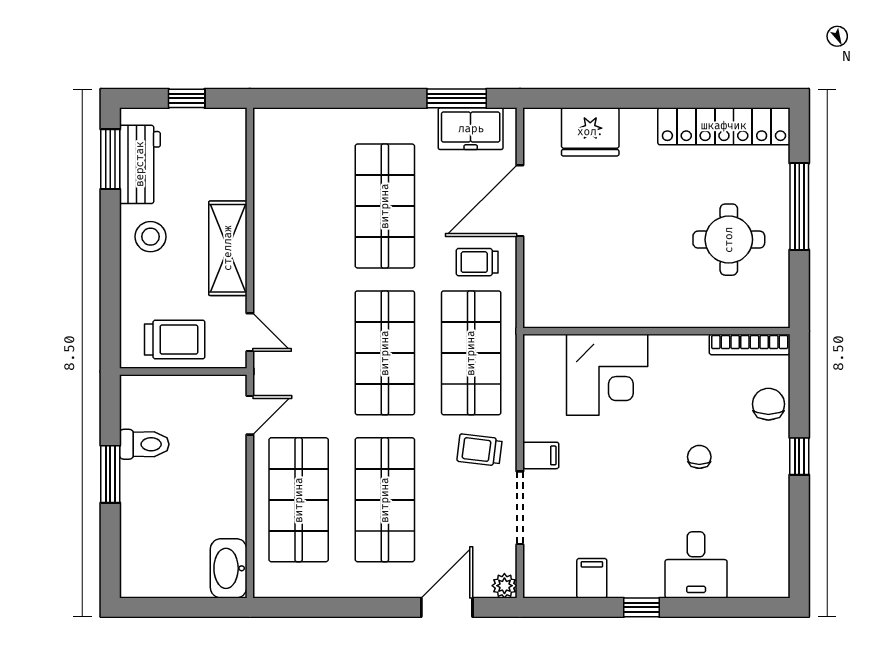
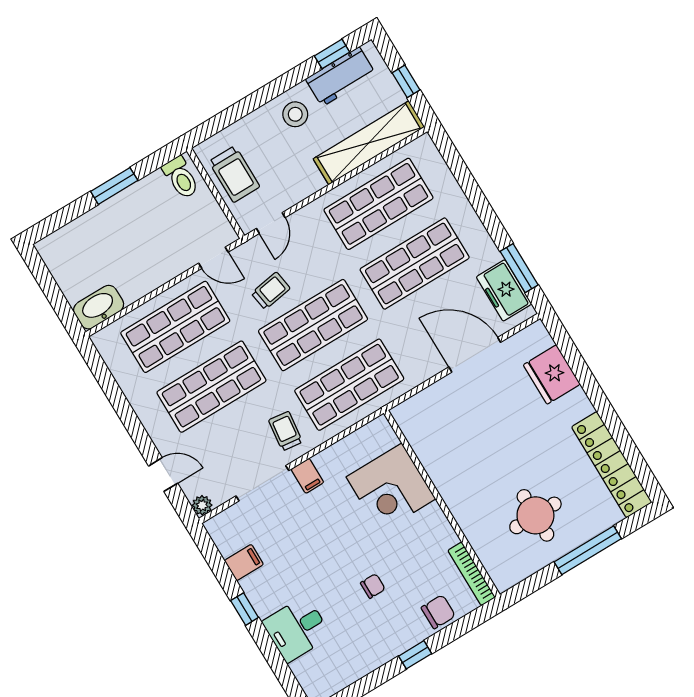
window: (110, 159) -> (332, 54), width x0.67
shop shelf: (299, 206) -> (378, 204), added
shelving: (228, 248) -> (369, 143), moved, width x1.47
trolley: (477, 262) -> (271, 291), moved, turned 81
toilet: (144, 444) -> (181, 178), moved
door: (447, 607) -> (163, 475), width x0.73

